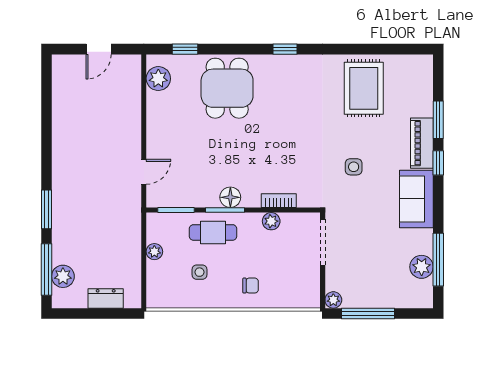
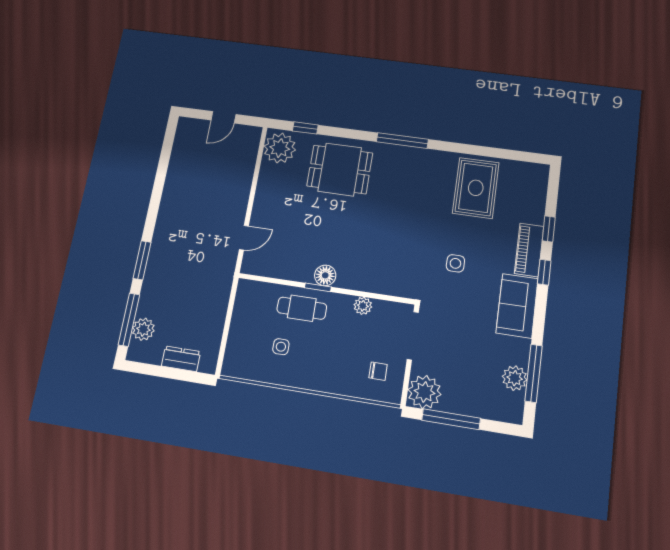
window: (285, 49) -> (402, 141), width x2.17
plant: (158, 79) -> (280, 148), width x1.36, depth x1.36
dining table: (227, 88) -> (340, 169), turned 90
window: (438, 120) -> (549, 229), width x0.67
bookcase: (279, 201) -> (374, 286), removed
window: (176, 210) -> (269, 280), removed
window: (225, 210) -> (318, 287), width x0.67
plant: (154, 252) -> (239, 318), removed
chair: (251, 286) -> (378, 371), moved
plant: (333, 300) -> (424, 392), width x1.88, depth x1.88

